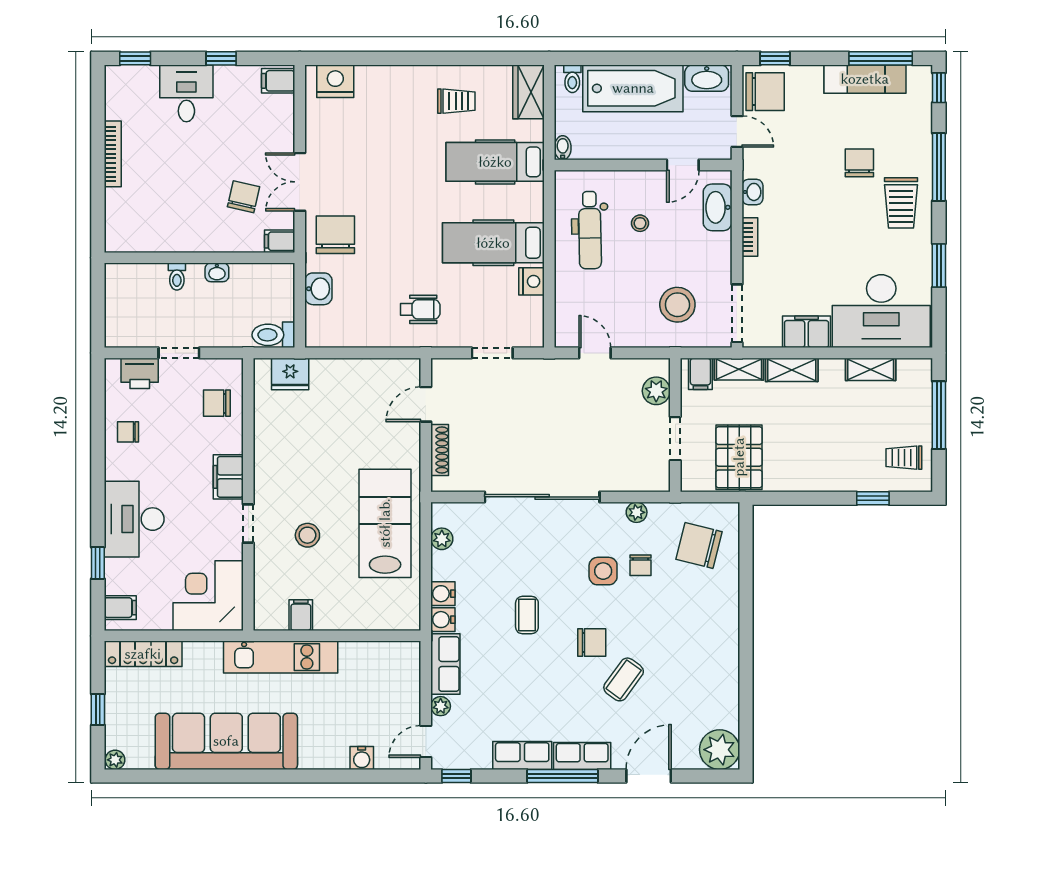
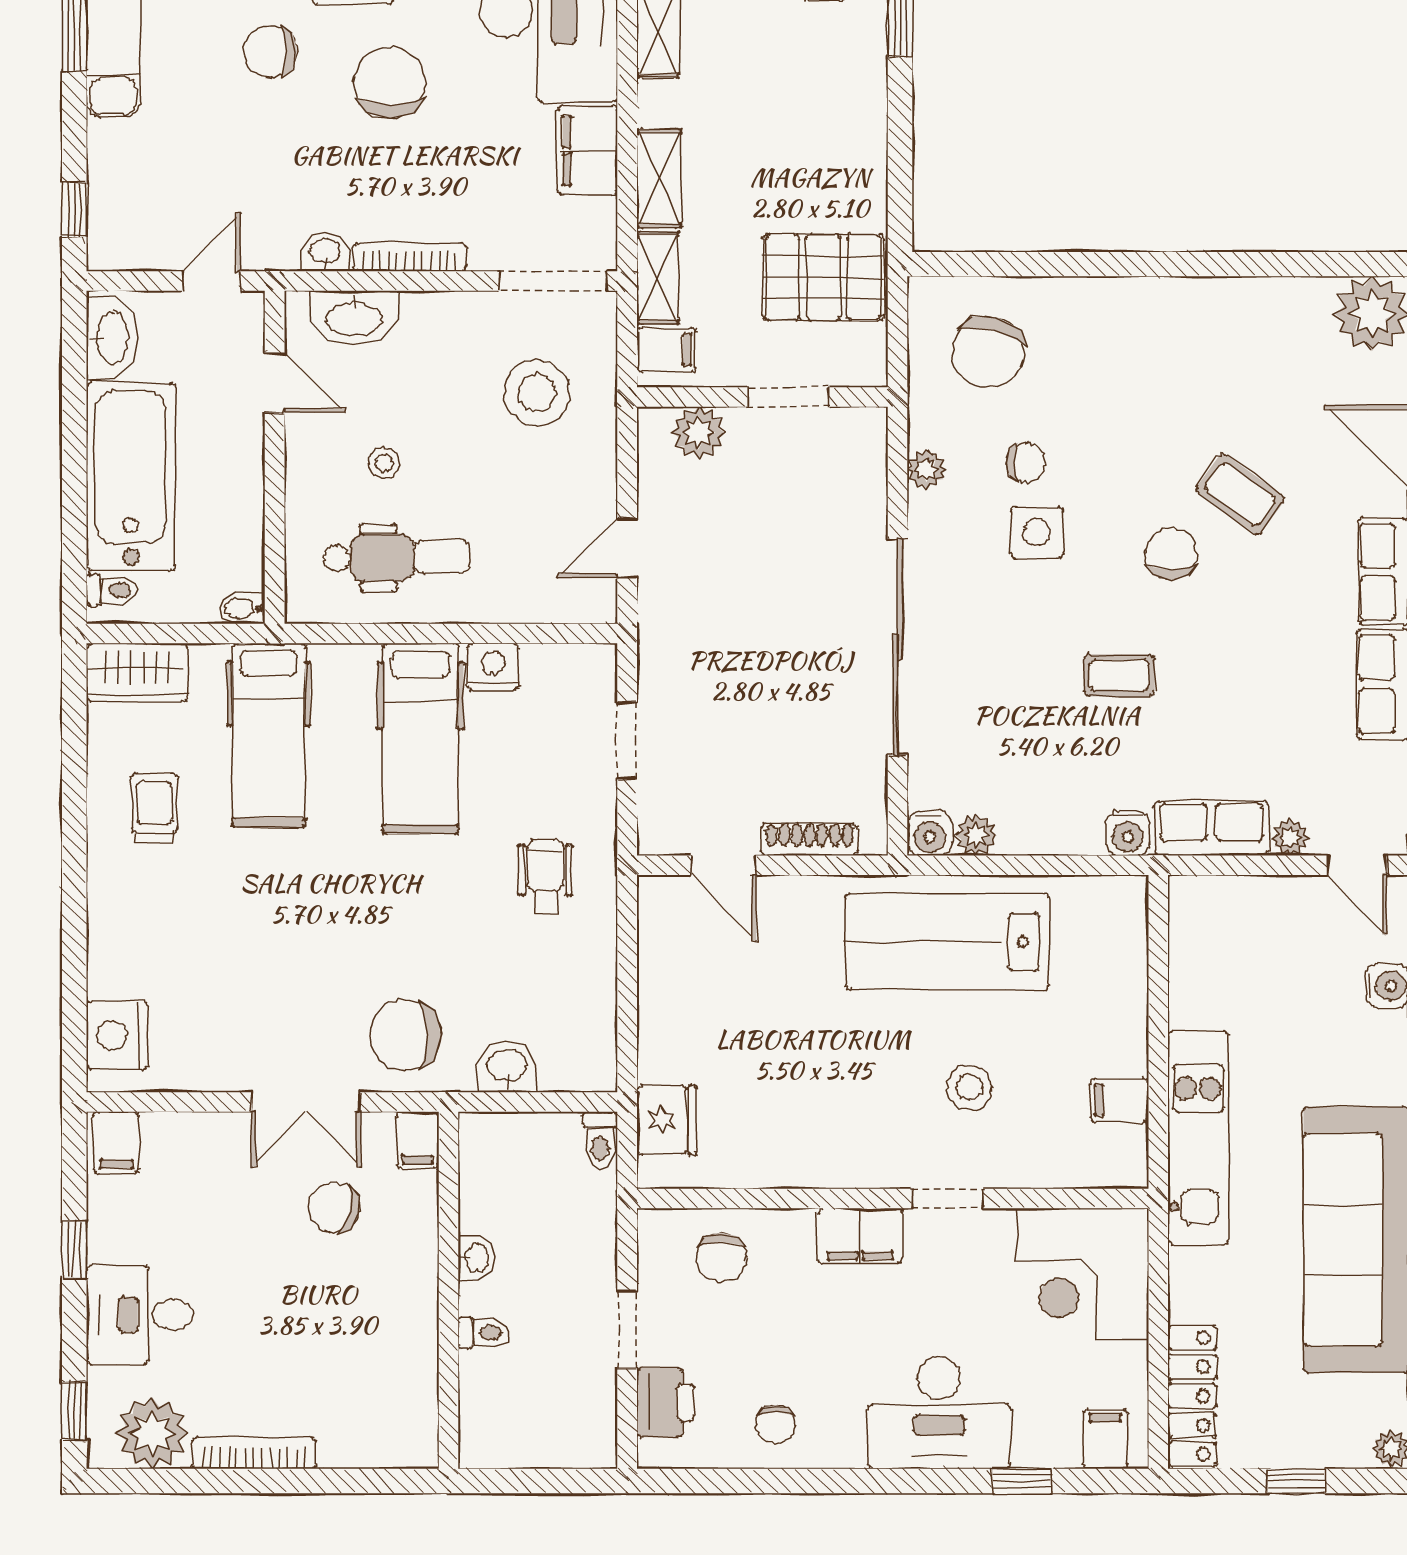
chair: (765, 92) -> (390, 83), moved
plant: (123, 100) -> (152, 1433), added
bookcase: (750, 237) -> (410, 257), width x1.56
toilet: (273, 335) -> (600, 1140), width x0.73, depth x0.72
water cooler: (443, 594) -> (930, 833), moved

